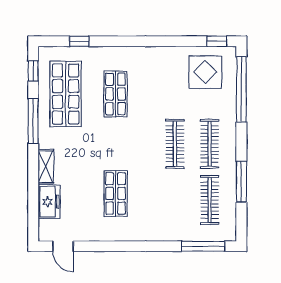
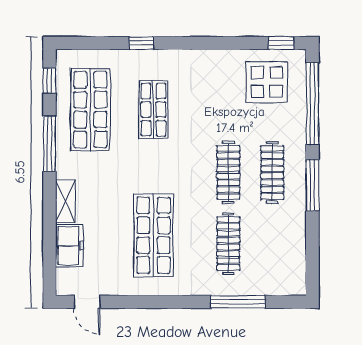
window: (79, 41) -> (142, 43), moved
window: (241, 182) -> (312, 185), moved
shop shelf: (116, 193) -> (153, 235), width x1.43, depth x1.36
clothes rail: (210, 200) -> (228, 244), moved
window: (203, 246) -> (238, 302), moved

